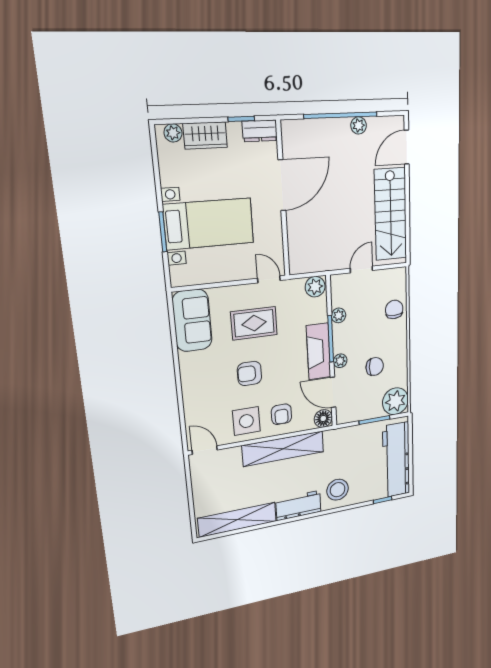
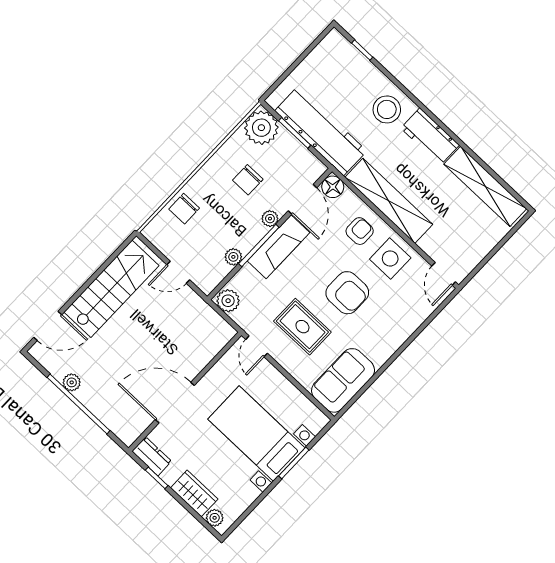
chair: (375, 366) -> (248, 180), turned -90
armchair: (250, 373) -> (347, 293), width x1.38, depth x1.38
workbench: (396, 460) -> (321, 131), moved, turned -90

